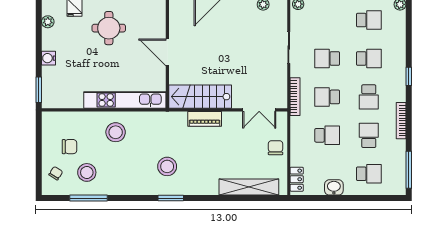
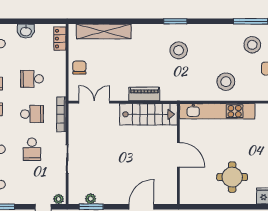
school desk: (327, 58) -> (32, 149), turned 90
chair: (275, 148) -> (79, 68), turned 180

